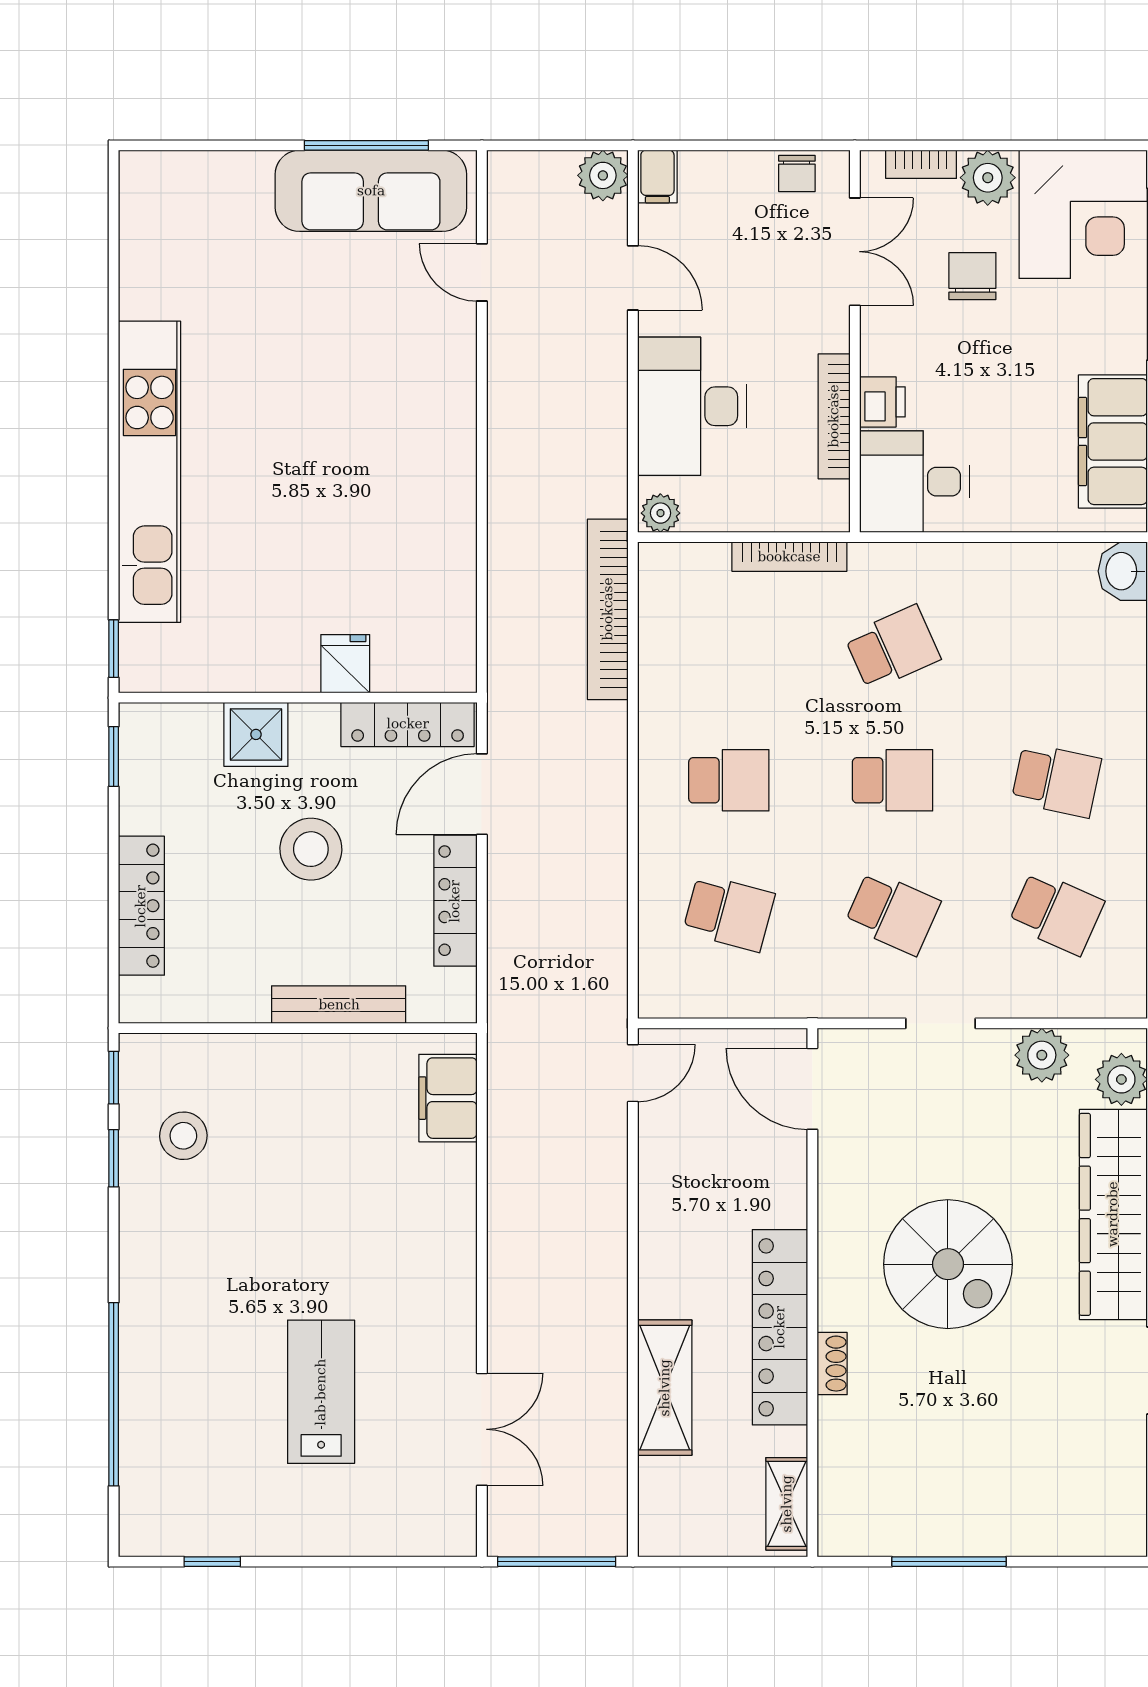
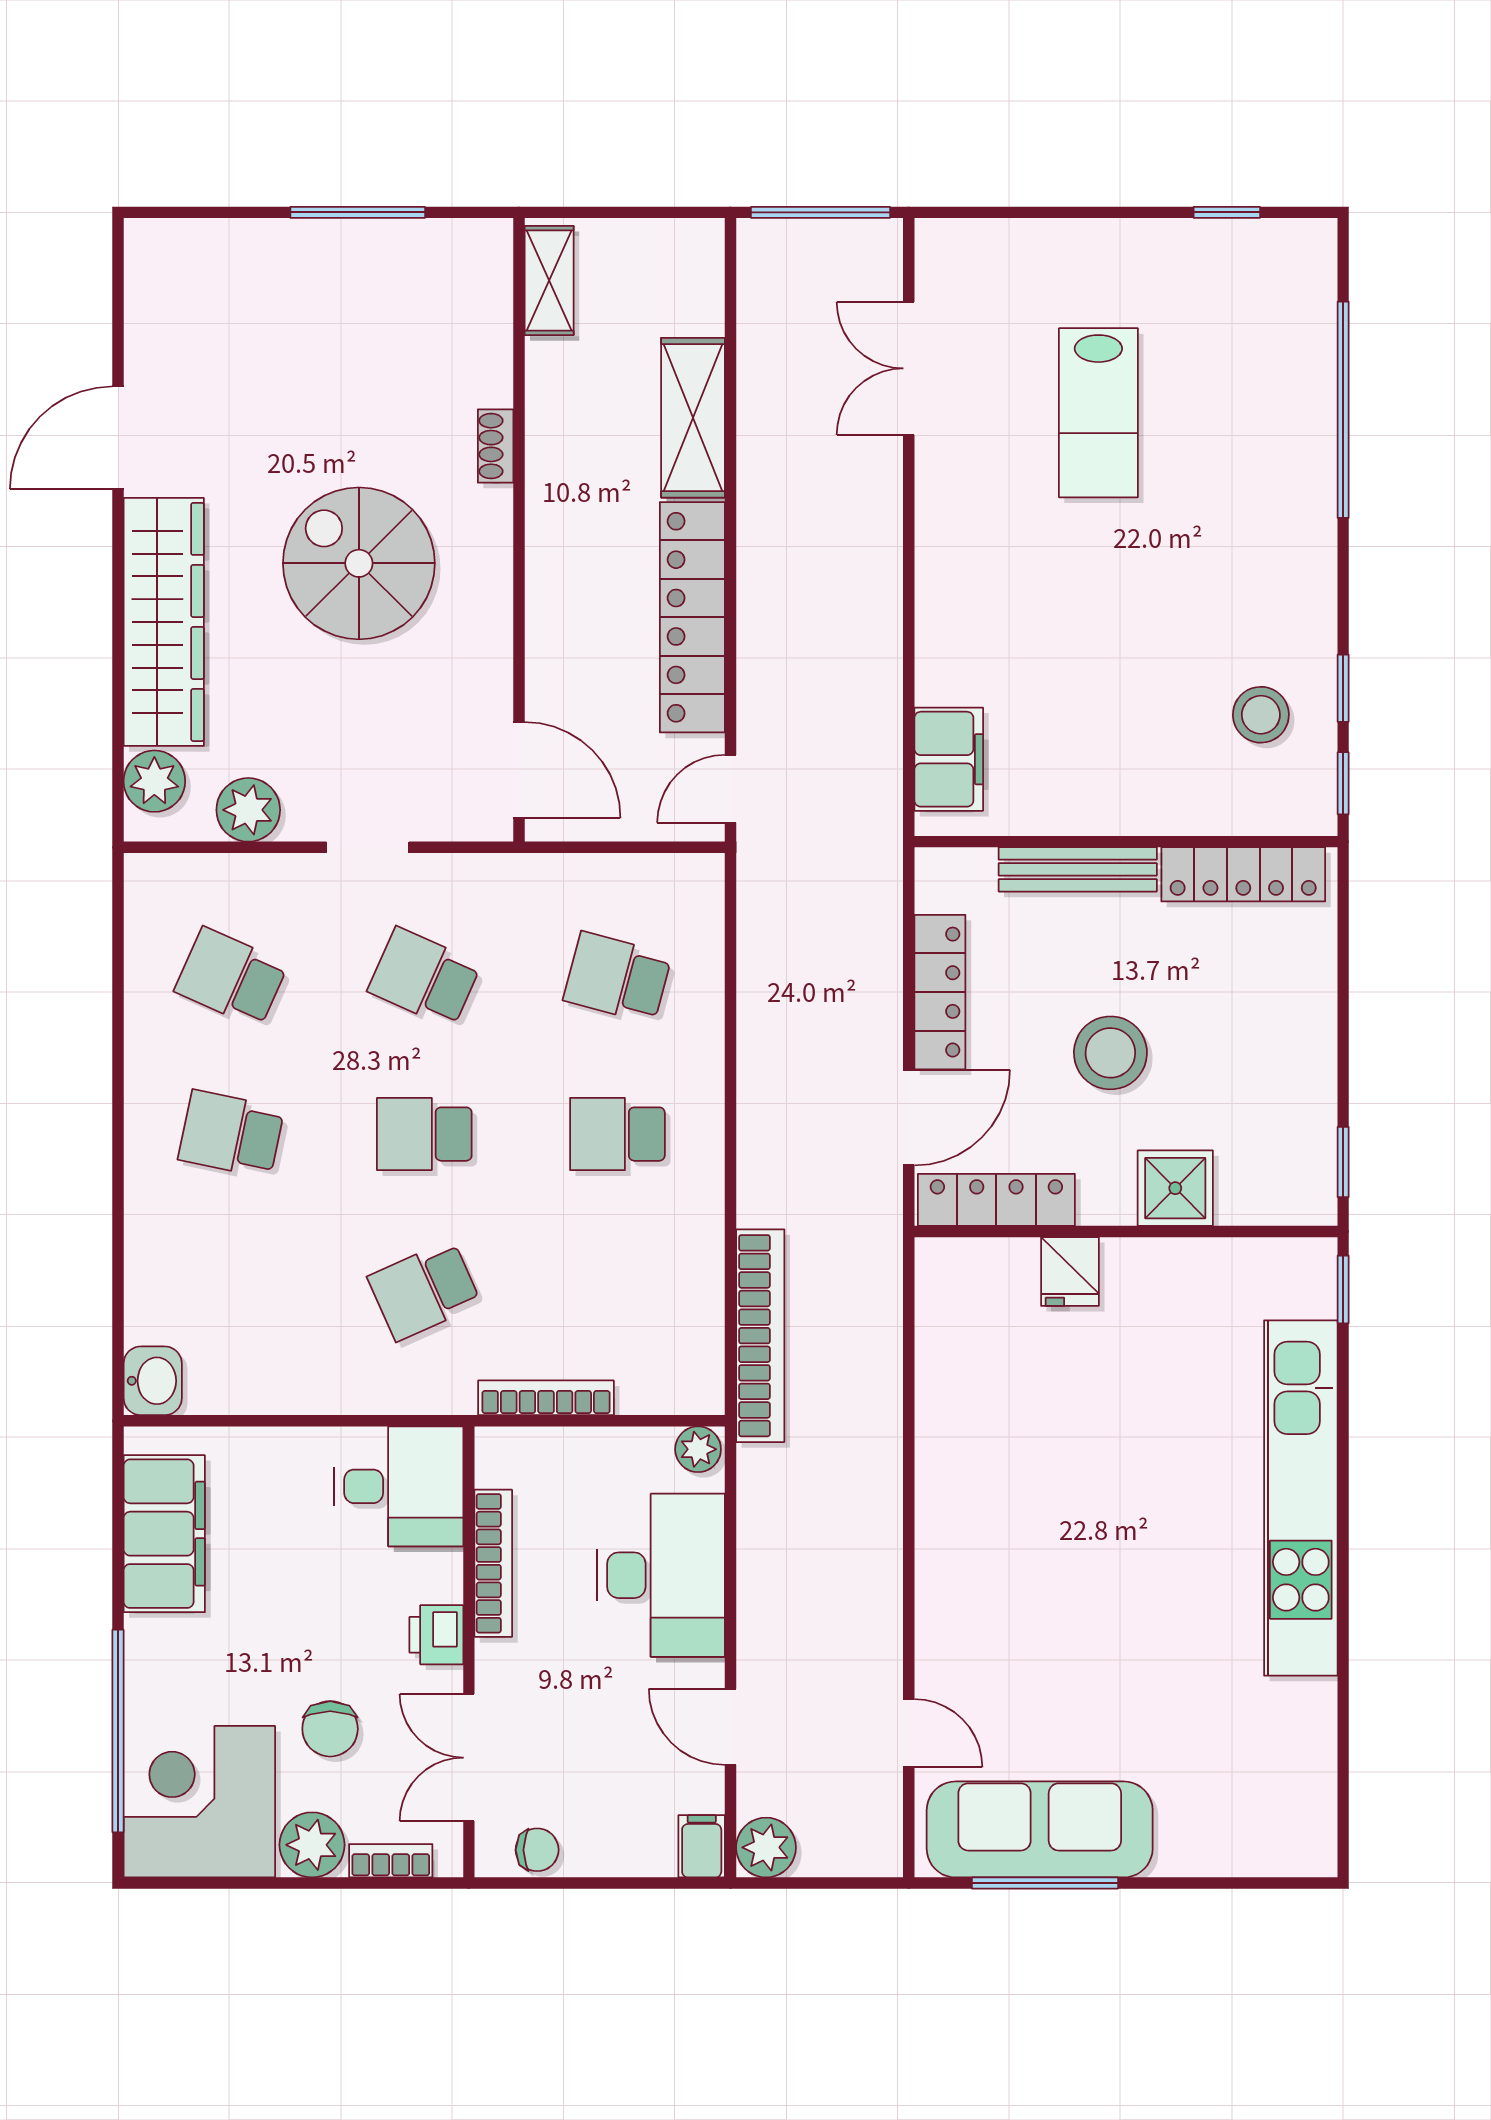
chair: (797, 173) -> (537, 1850), turned 90
printer: (882, 402) -> (436, 1635), moved
locker: (141, 906) -> (1243, 874), moved, turned -90
locker: (780, 1327) -> (692, 617), moved, turned 180

